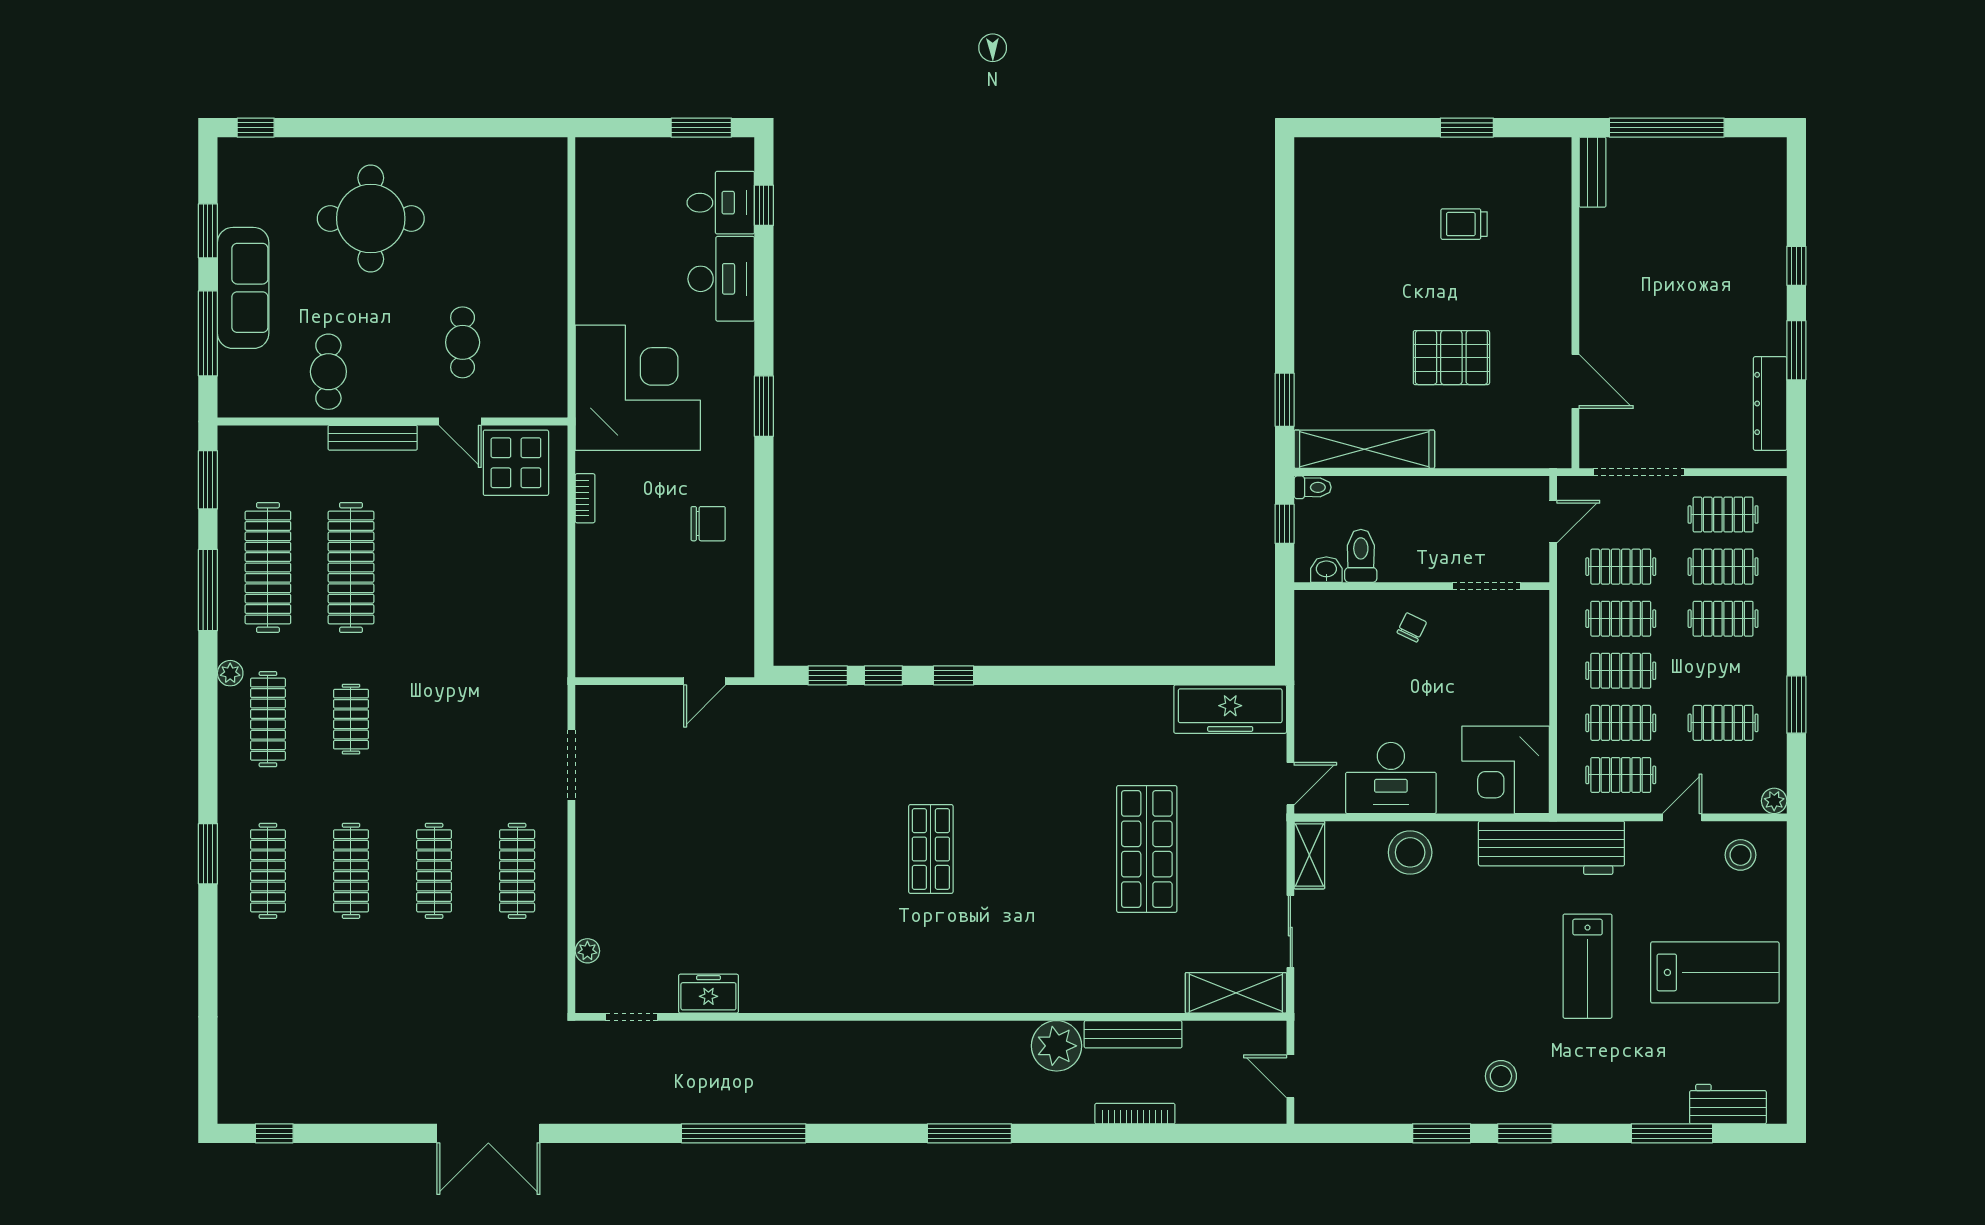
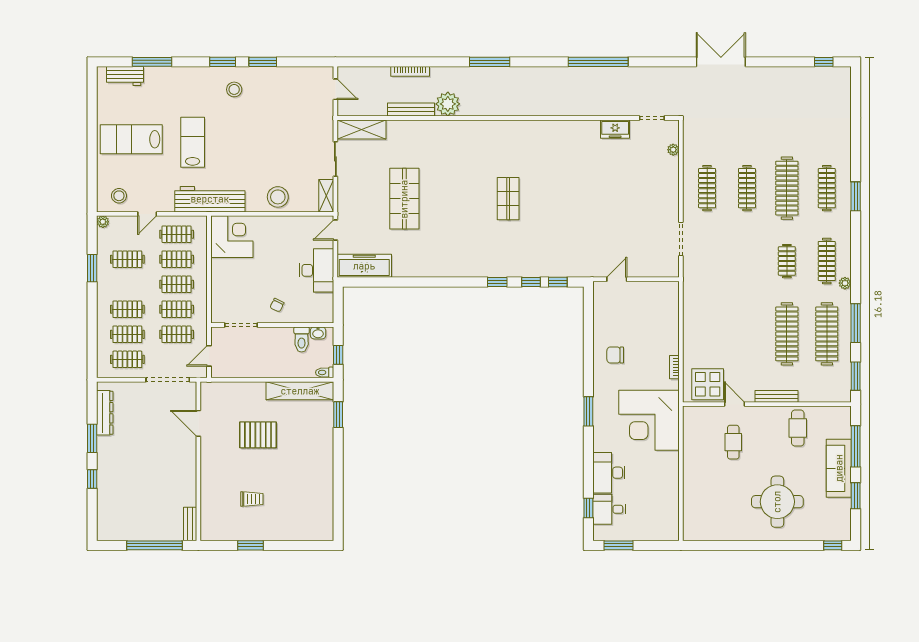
desk: (1391, 778) -> (316, 270), moved, turned 90
clothes rail: (351, 871) -> (787, 188), width x1.37, depth x1.31

